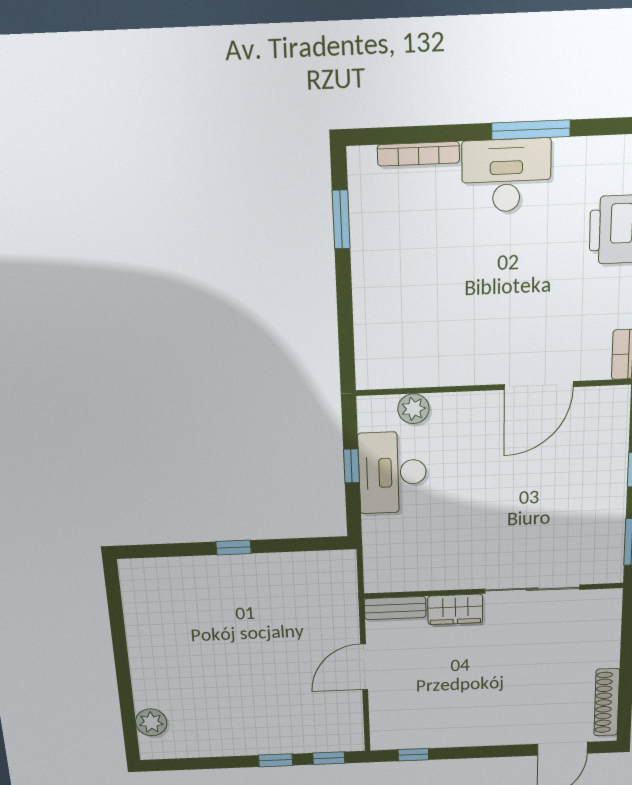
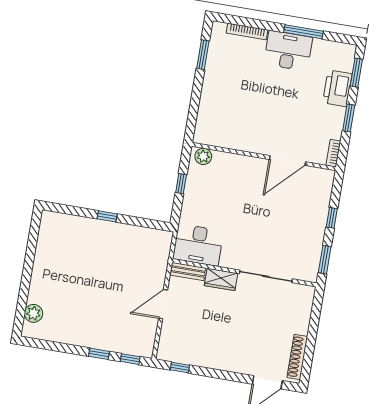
plant: (413, 409) -> (203, 156), moved
desk: (393, 473) -> (198, 245), moved, turned -90

